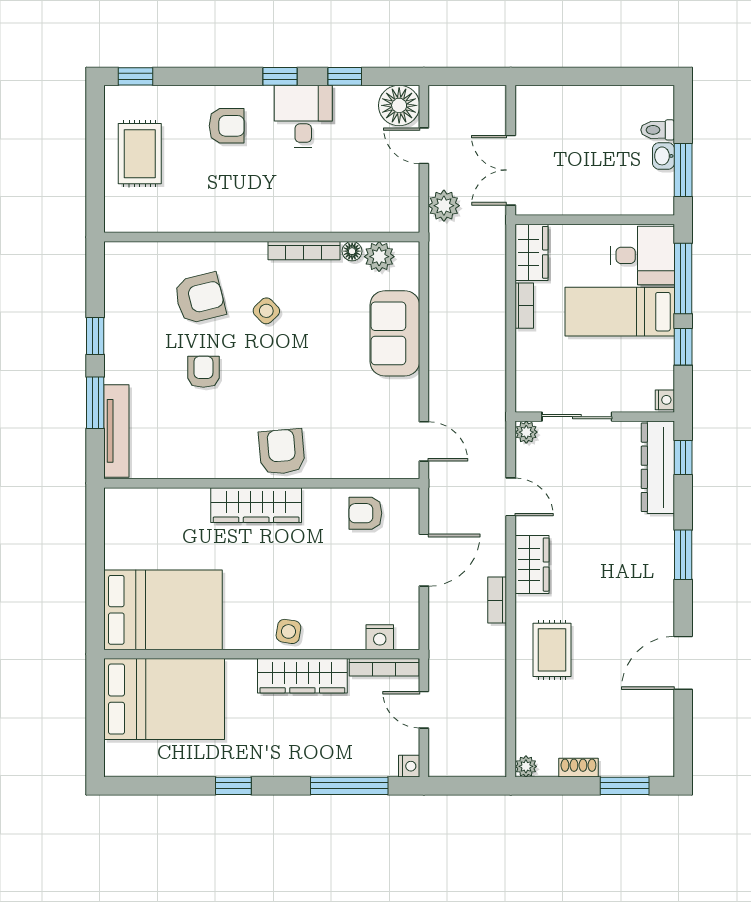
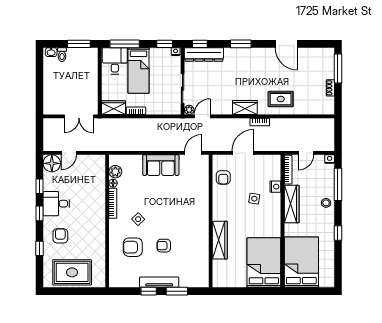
window: (136, 76) -> (40, 248), moved
rug: (140, 154) -> (72, 272), width x1.36, depth x1.43
washbasin: (664, 156) -> (51, 52), moved
plant: (444, 206) -> (94, 144), removed
armchair: (200, 298) -> (133, 247), turned -76
sofa: (395, 333) -> (161, 165), moved
window: (683, 347) -> (165, 44), moved
tv unit: (116, 431) -> (159, 282), moved
armchair: (282, 452) -> (197, 213), removed
door: (511, 497) -> (202, 116), moved
wardrobe: (256, 505) -> (220, 240), moved
door: (424, 560) -> (243, 153), hinge flipped
side table: (288, 631) -> (254, 199), moved
nightstand: (380, 637) -> (275, 187), moved
stool: (305, 758) -> (326, 203), added
plant: (526, 766) -> (330, 110), removed
window: (625, 786) -> (338, 69), width x1.44

